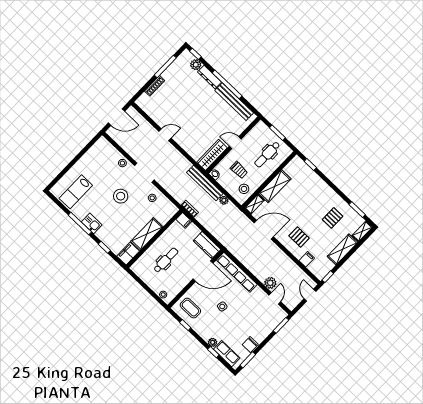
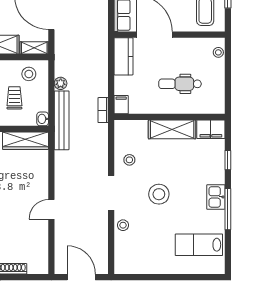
door: (165, 135) -> (51, 209), hinge flipped
lab bench: (76, 192) -> (199, 245), turned 180

